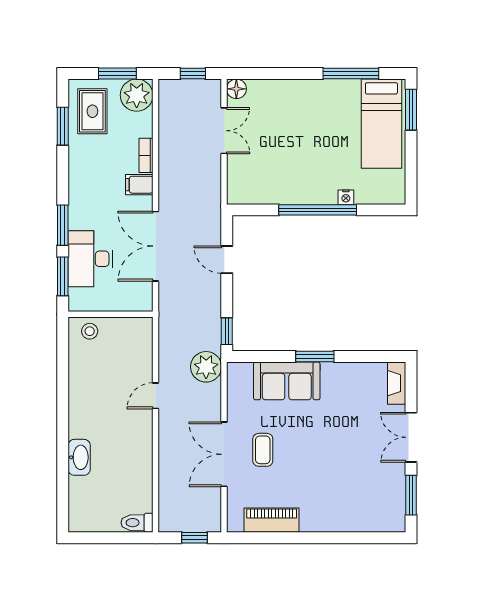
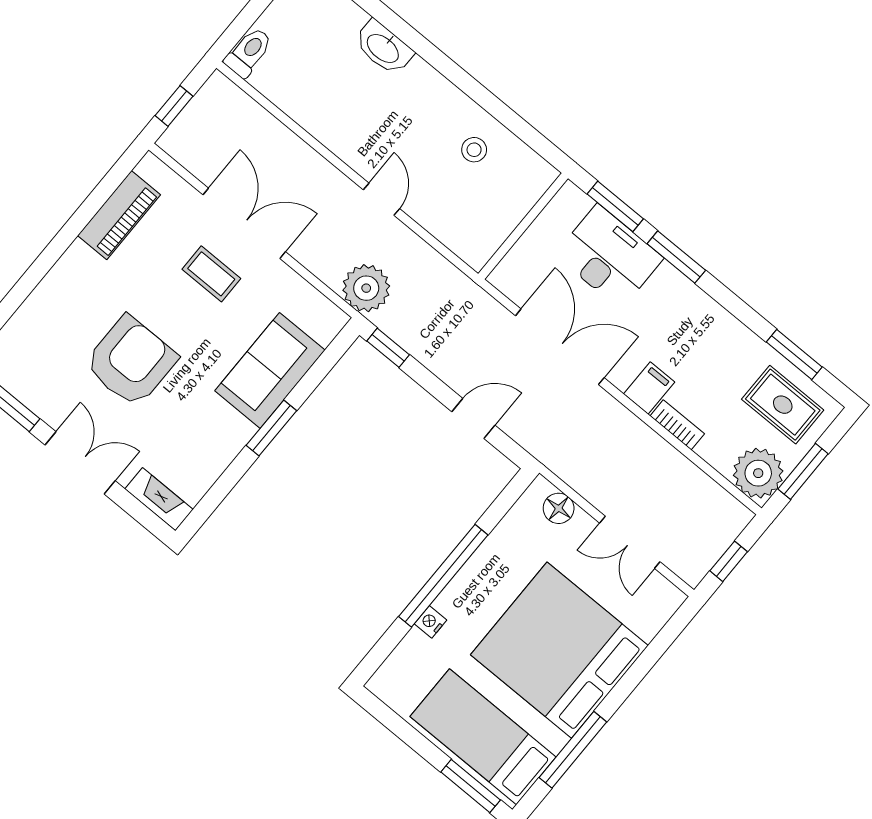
floor lamp: (236, 89) -> (559, 508), moved
bed: (307, 121) -> (559, 650), added
stool: (90, 331) -> (474, 150), moved
armchair: (340, 454) -> (131, 361), added

